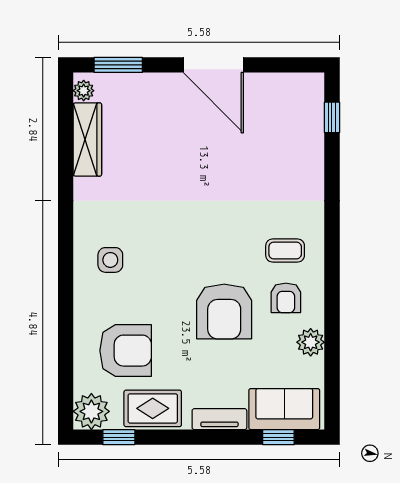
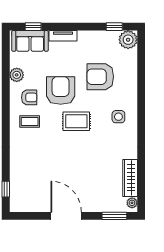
armchair: (286, 298) -> (29, 97), turned 90
armchair: (126, 351) -> (100, 77), moved
rug: (153, 408) -> (76, 121), moved

